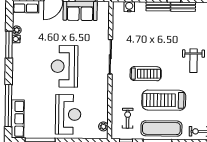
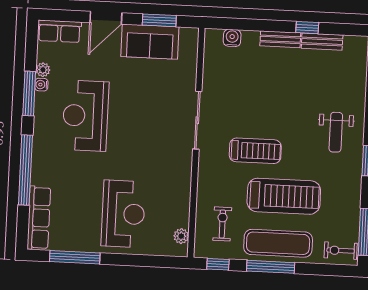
reception desk: (65, 66) -> (85, 116), moved
treadmill: (164, 100) -> (284, 196), turned 180
window: (8, 106) -> (25, 170), moved

